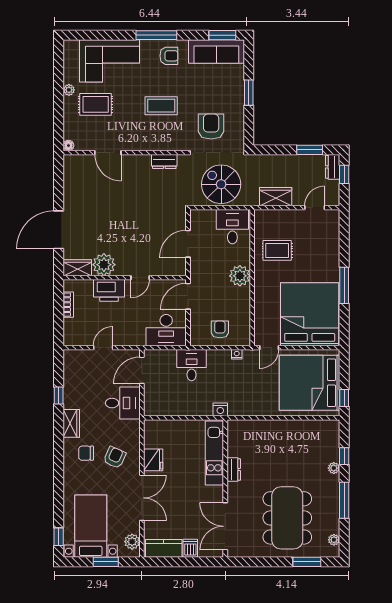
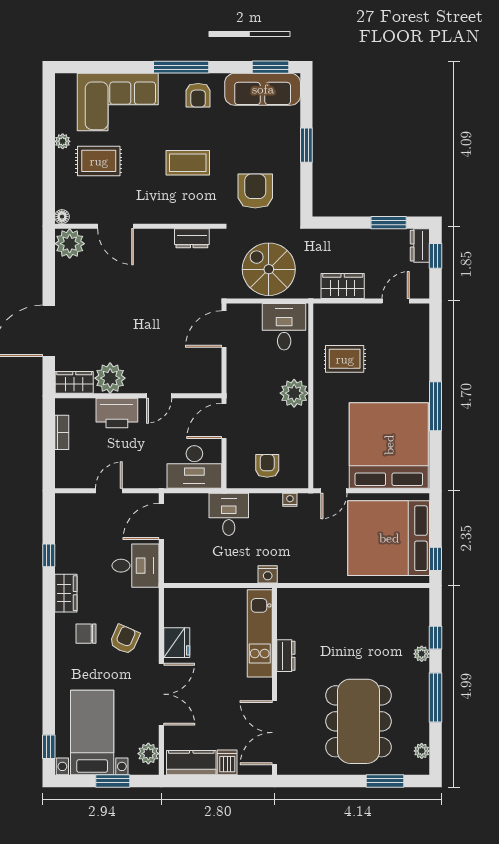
armchair: (169, 56) -> (198, 95), turned 90
plant: (74, 165) -> (70, 244), added
door: (188, 244) -> (224, 329), moved

